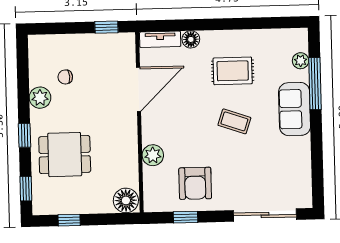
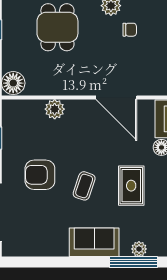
chair: (65, 77) -> (130, 30), turned 94
window: (315, 84) -> (134, 262), moved
armchair: (195, 183) -> (40, 175), moved

